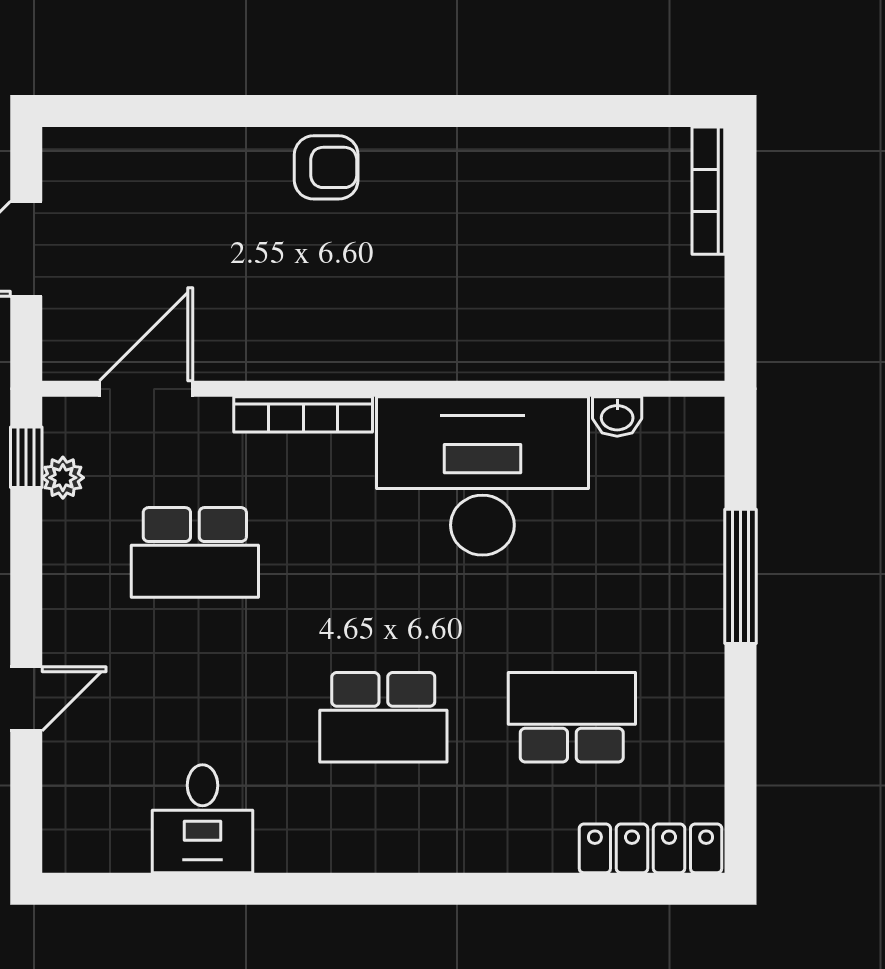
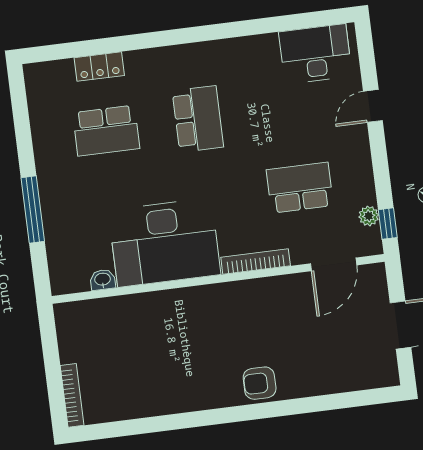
school desk: (383, 717) -> (198, 119), turned 90
desk: (202, 819) -> (315, 54), moved, width x1.37
locker: (651, 848) -> (99, 67), moved, width x0.66

